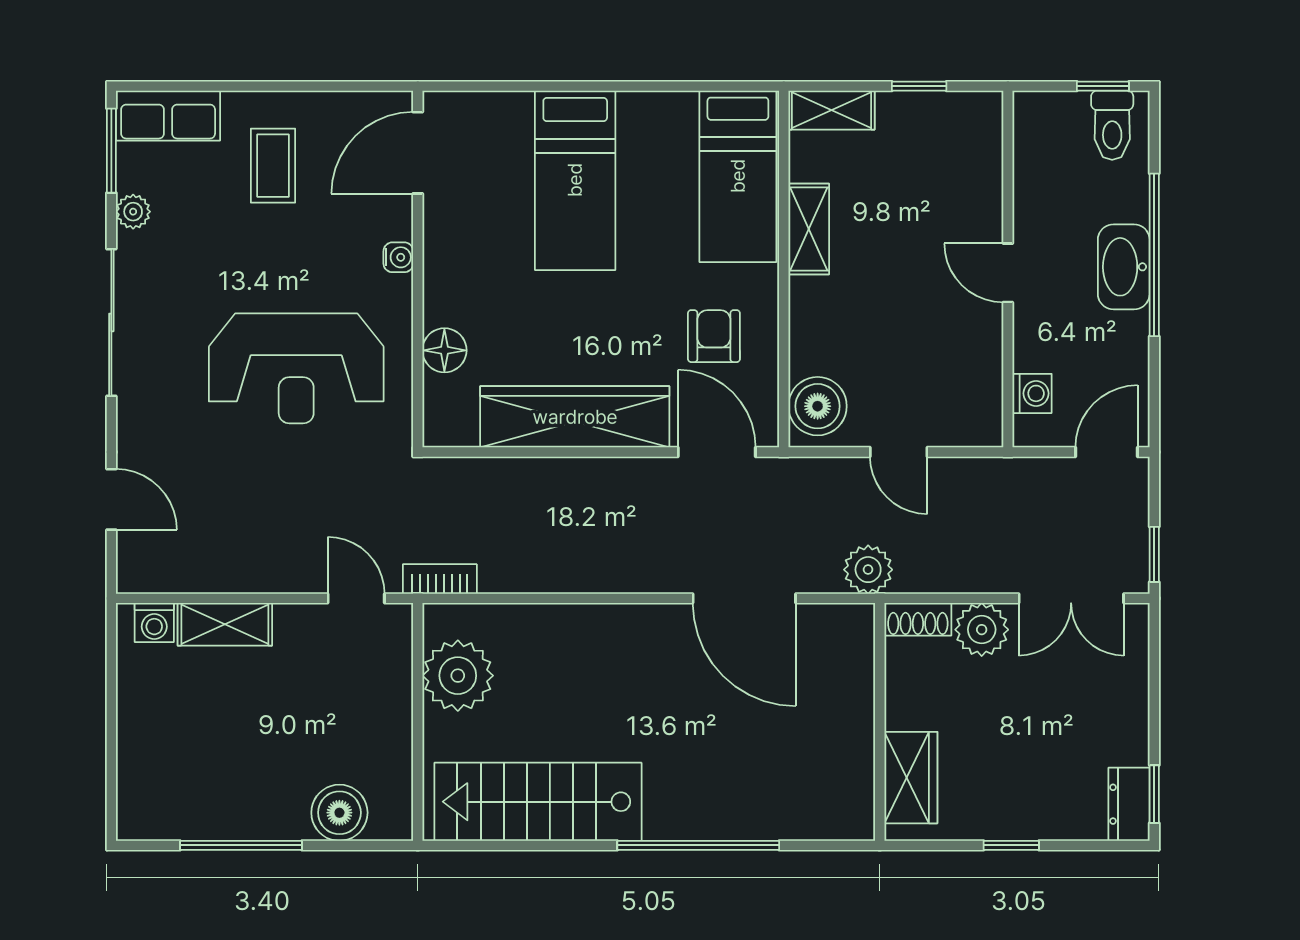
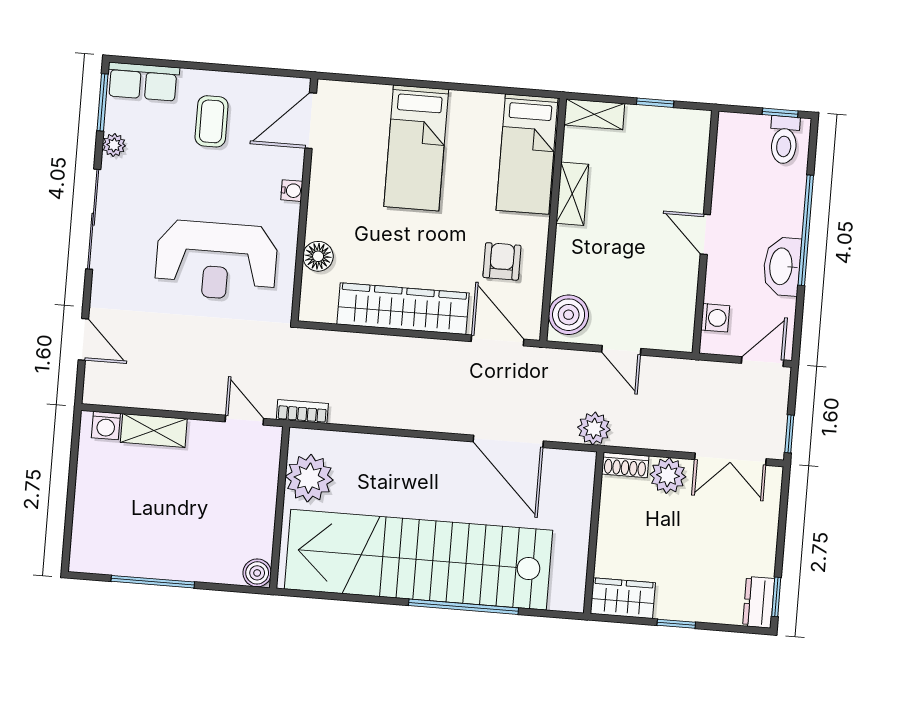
washbasin: (1124, 267) -> (782, 266), moved
wardrobe: (911, 778) -> (623, 598), moved, turned -90
stairs: (538, 802) -> (419, 560), width x1.86, depth x1.51
boiler: (339, 813) -> (257, 573), moved, width x0.73, depth x0.73

